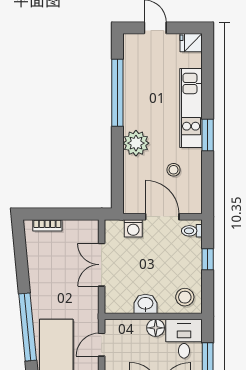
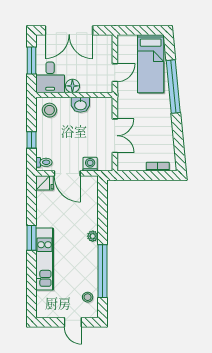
fridge: (191, 43) -> (44, 183), moved
plant: (136, 143) -> (93, 236), width x0.53, depth x0.53
stool: (174, 170) -> (88, 297), moved

